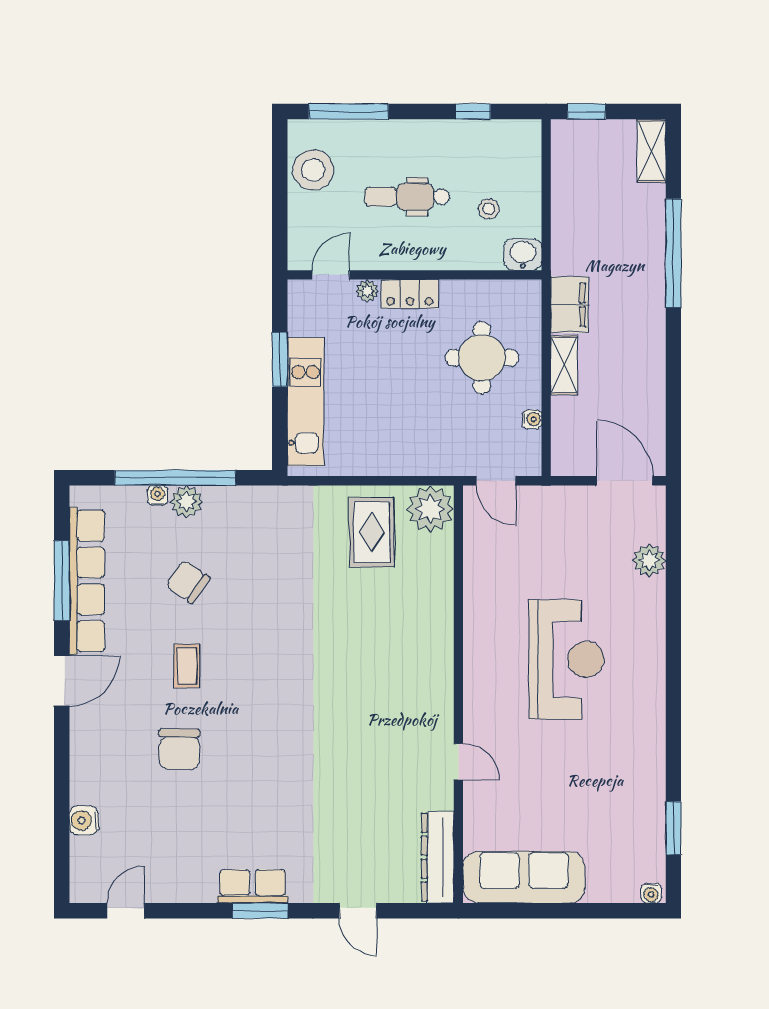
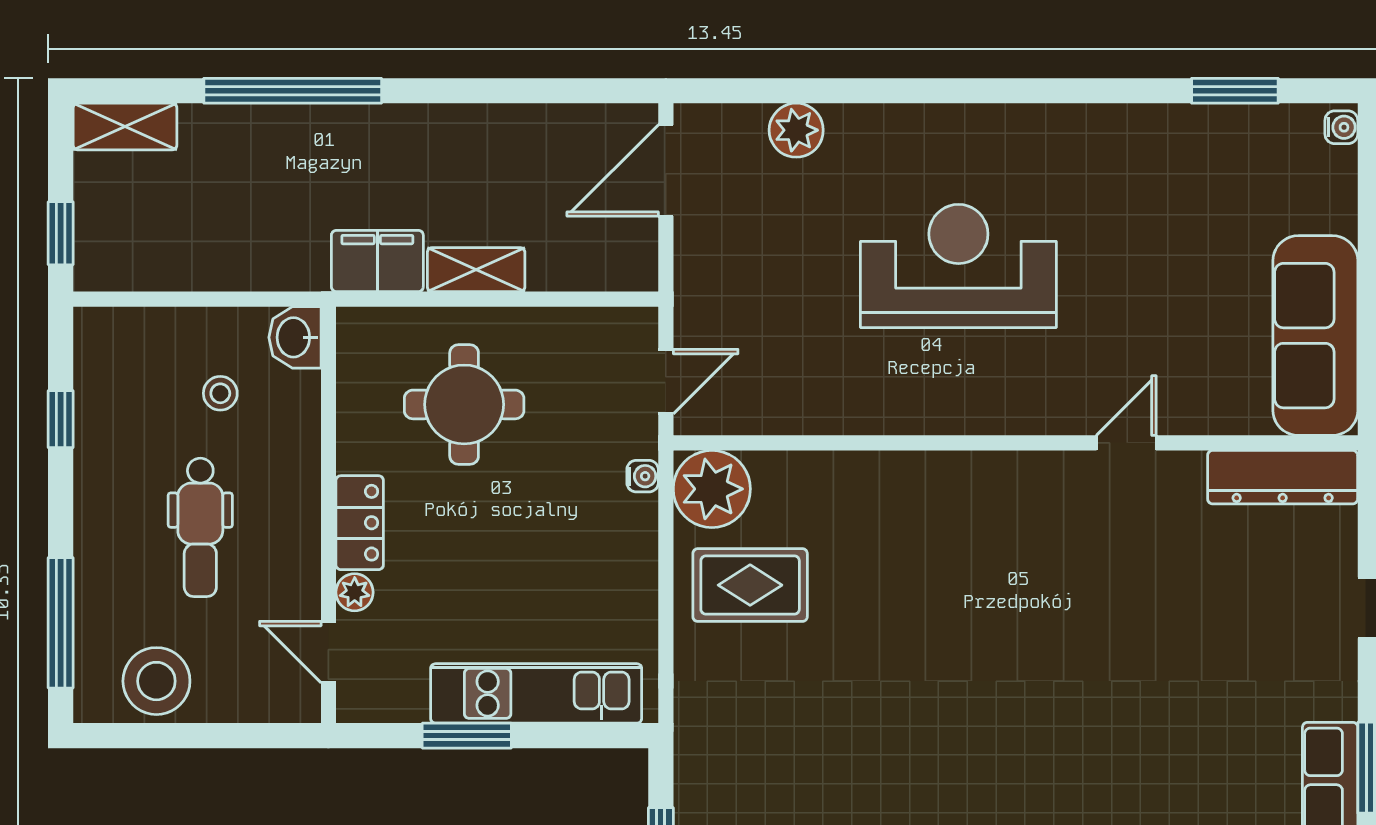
water cooler: (532, 419) -> (643, 476), moved, turned 90

